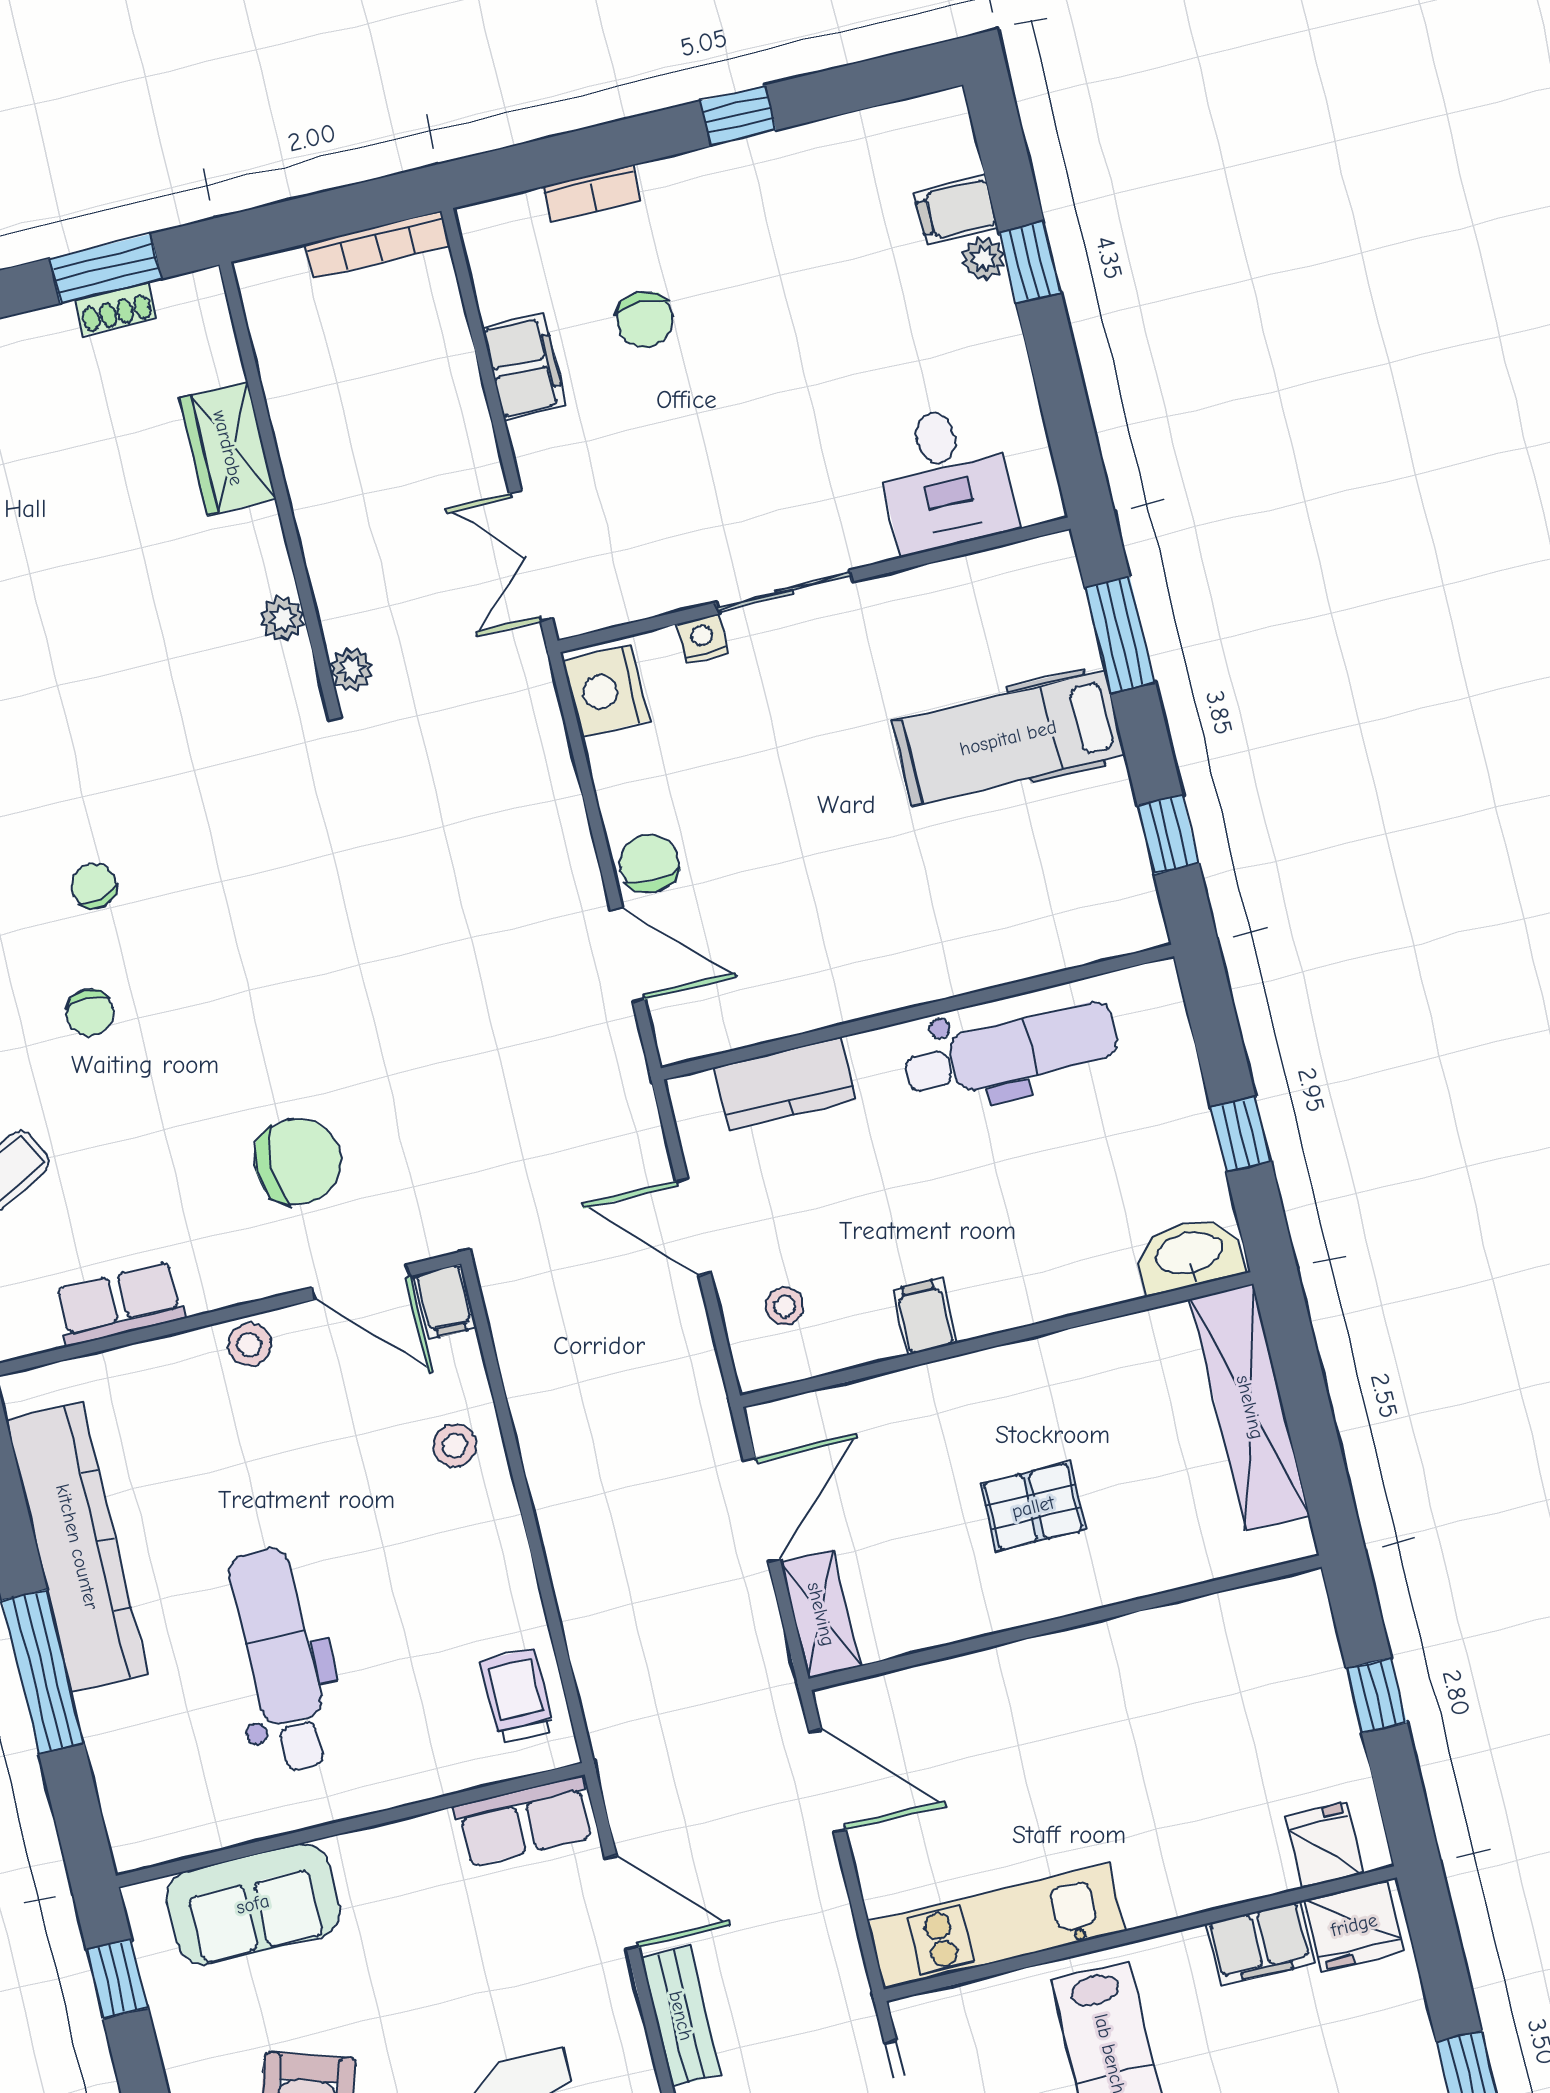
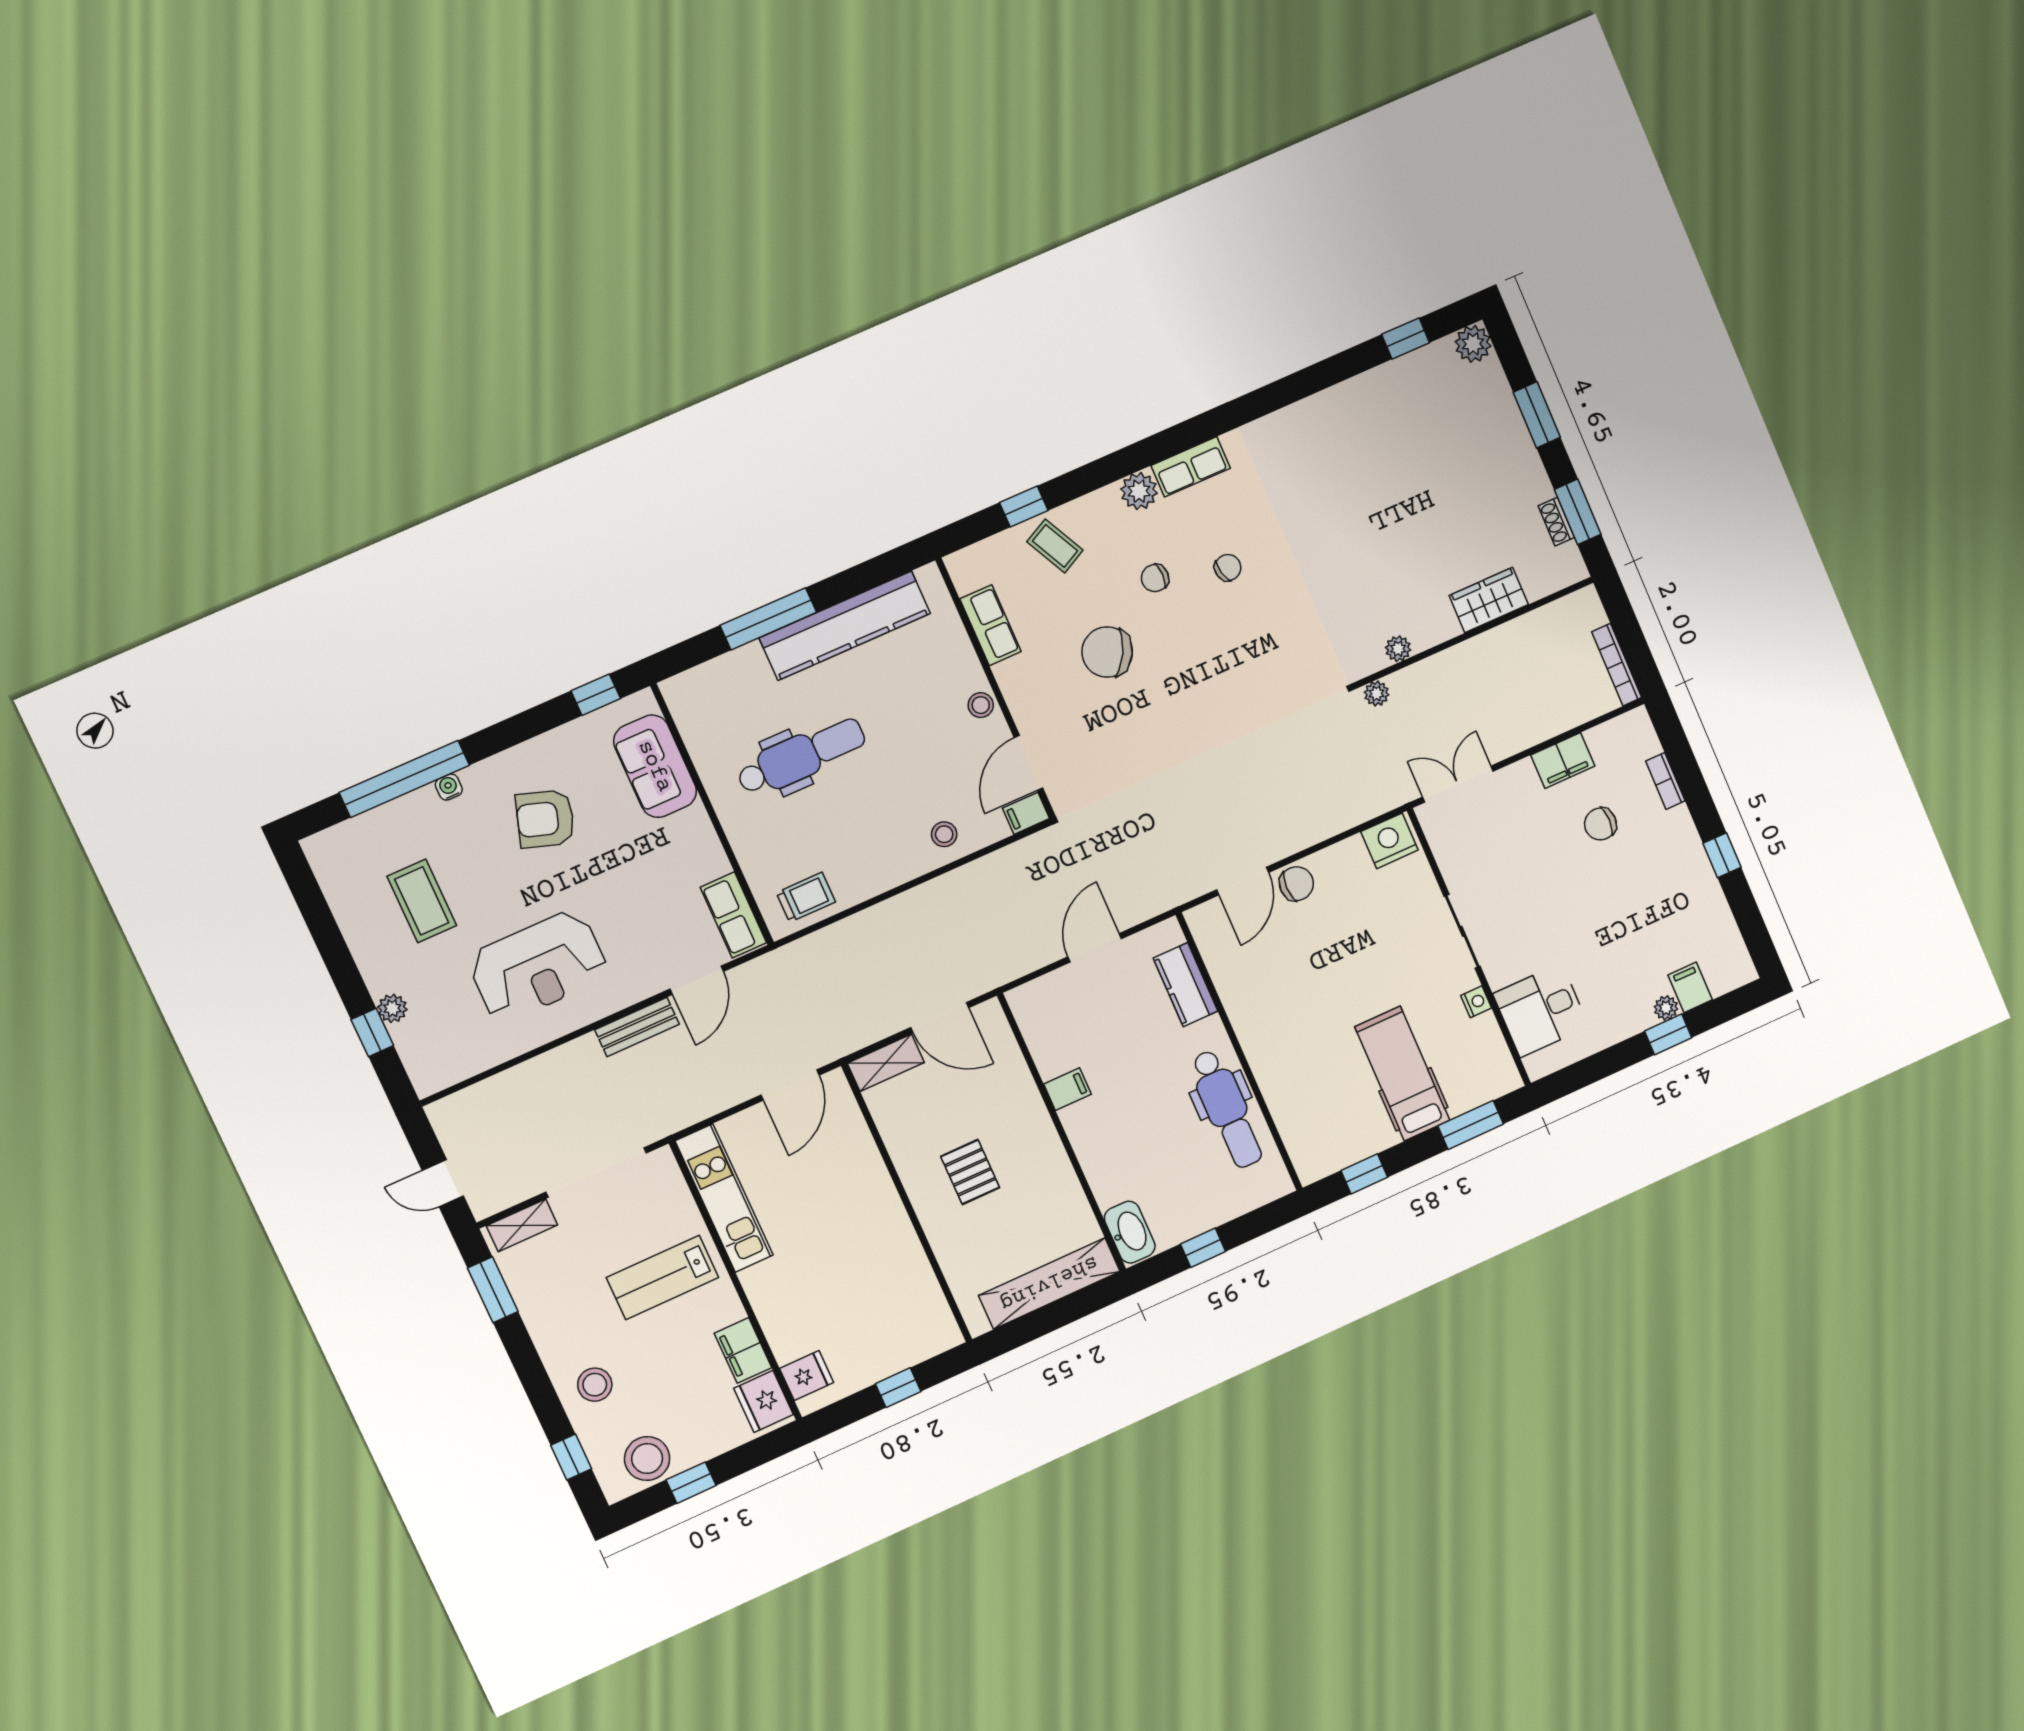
nightstand: (702, 639) -> (1476, 1002), moved
chair: (298, 1162) -> (1107, 652), moved, turned 118
stool: (785, 1306) -> (1059, 1008), removed

